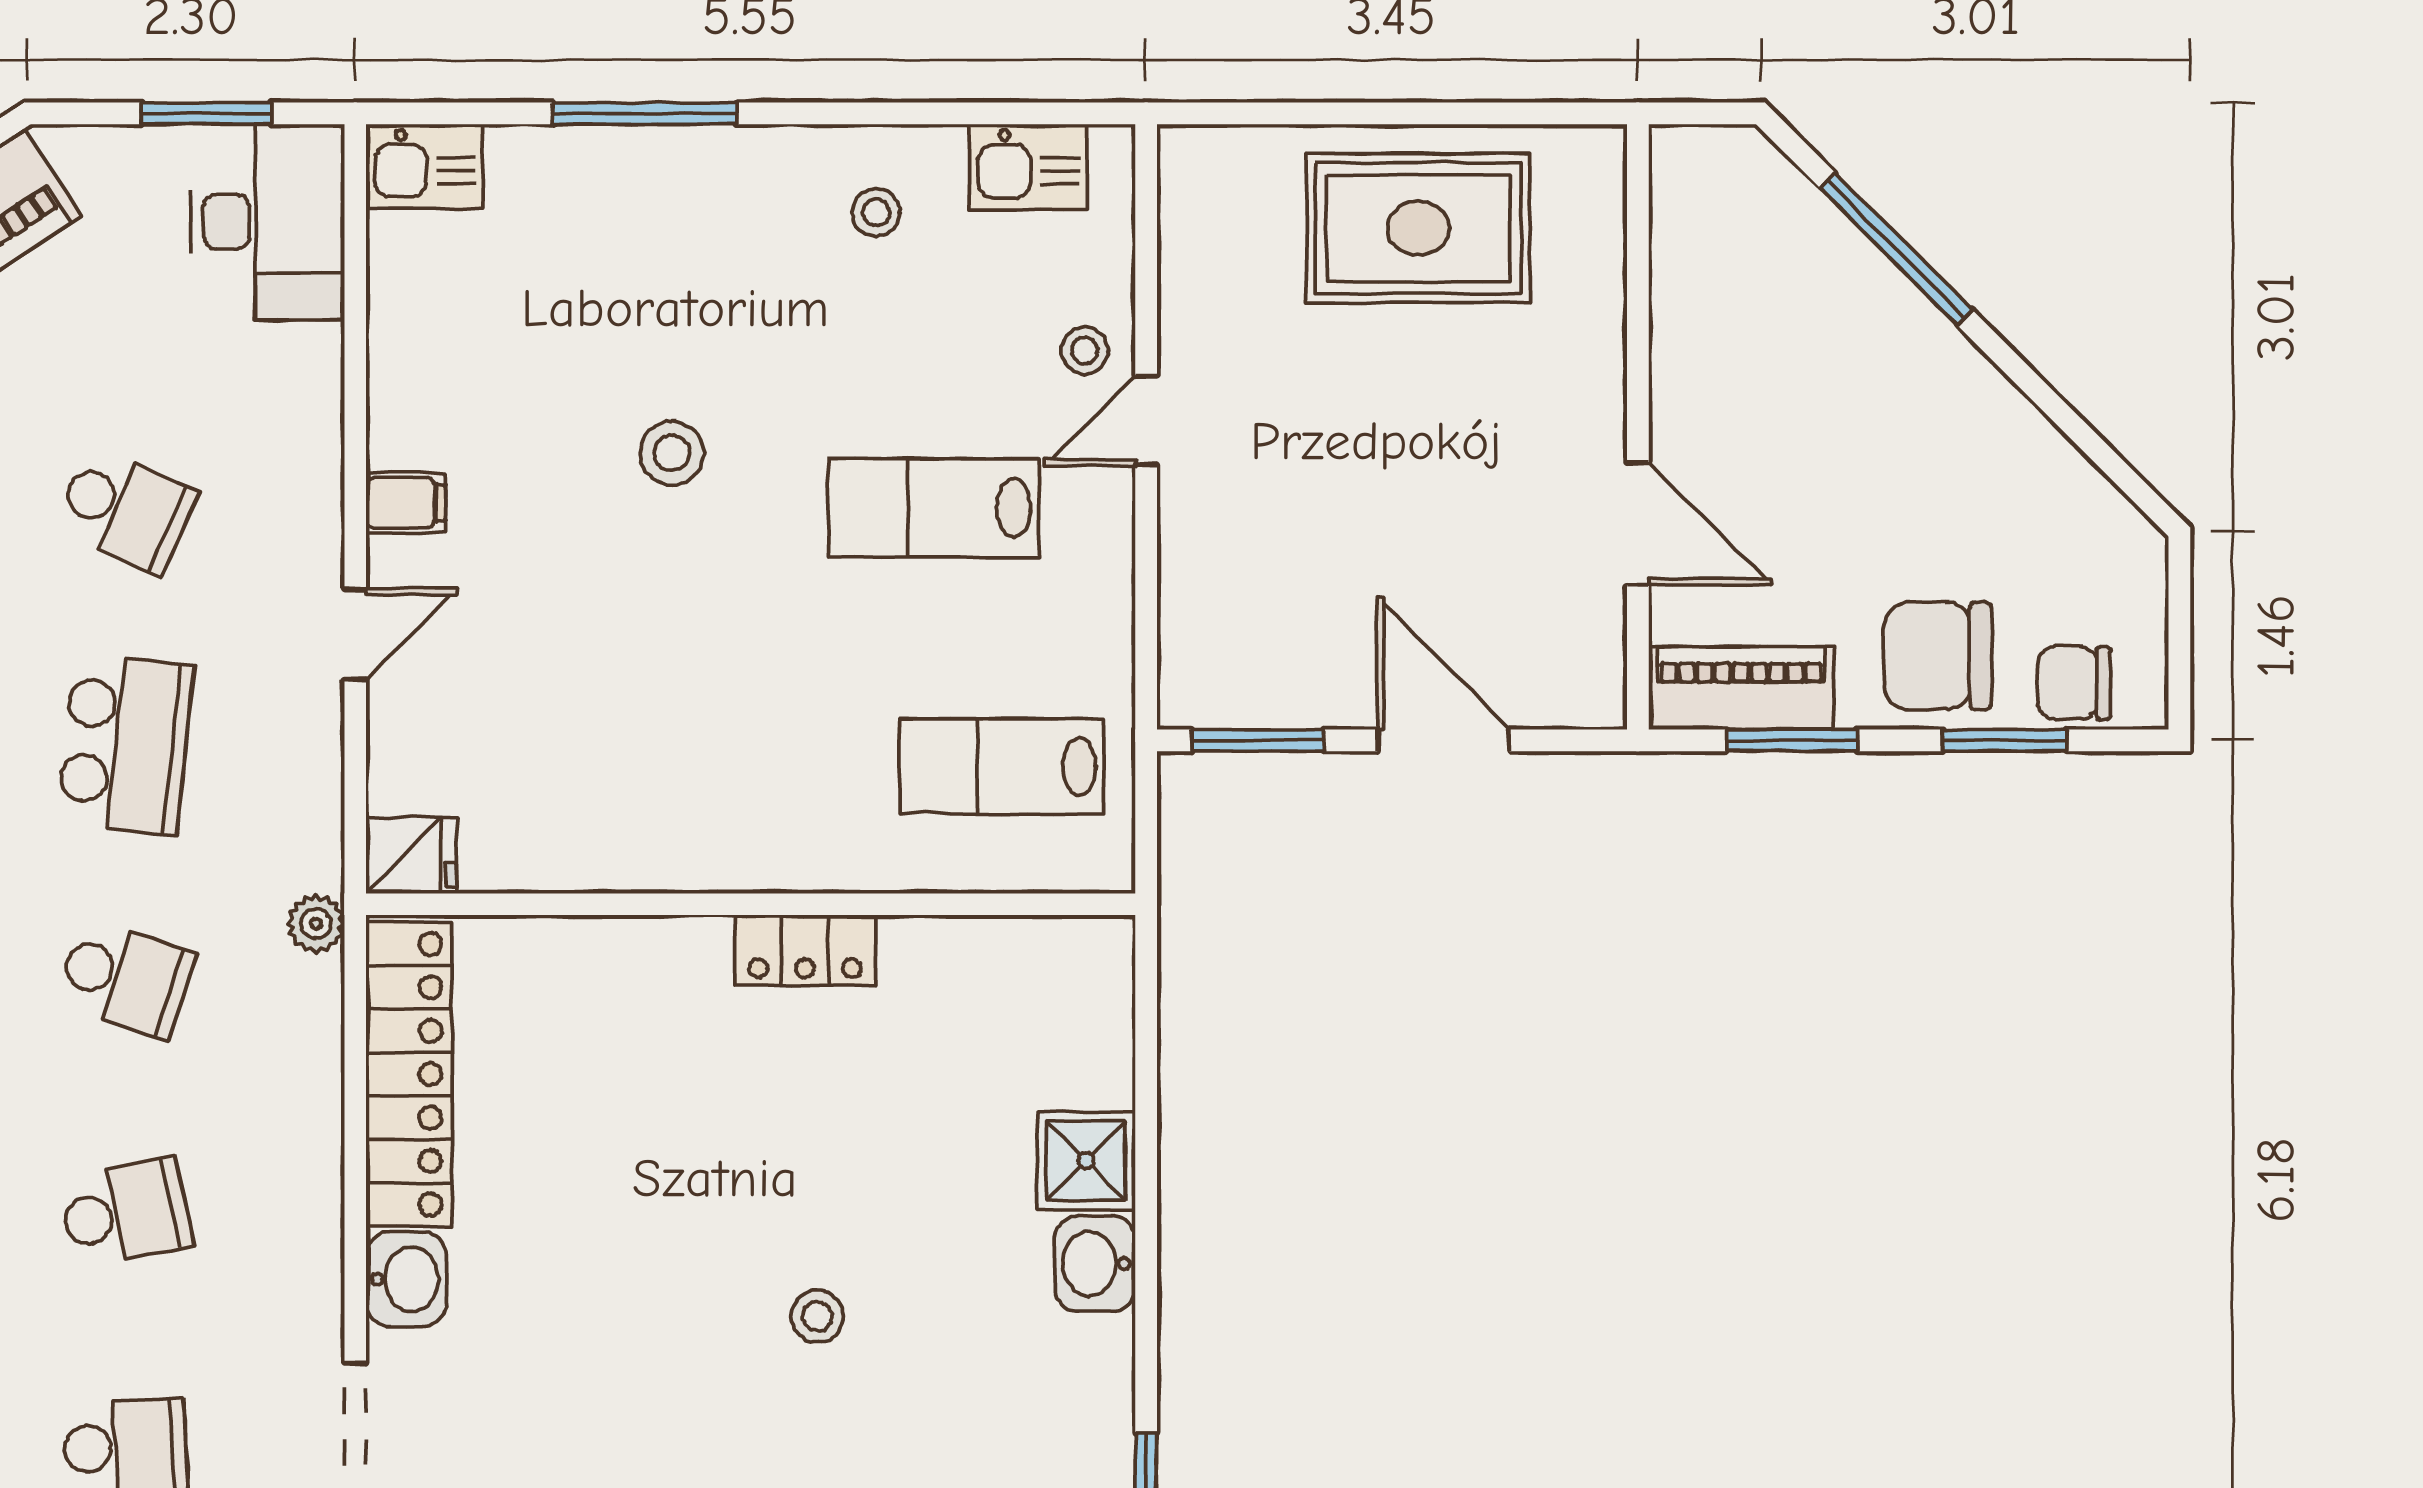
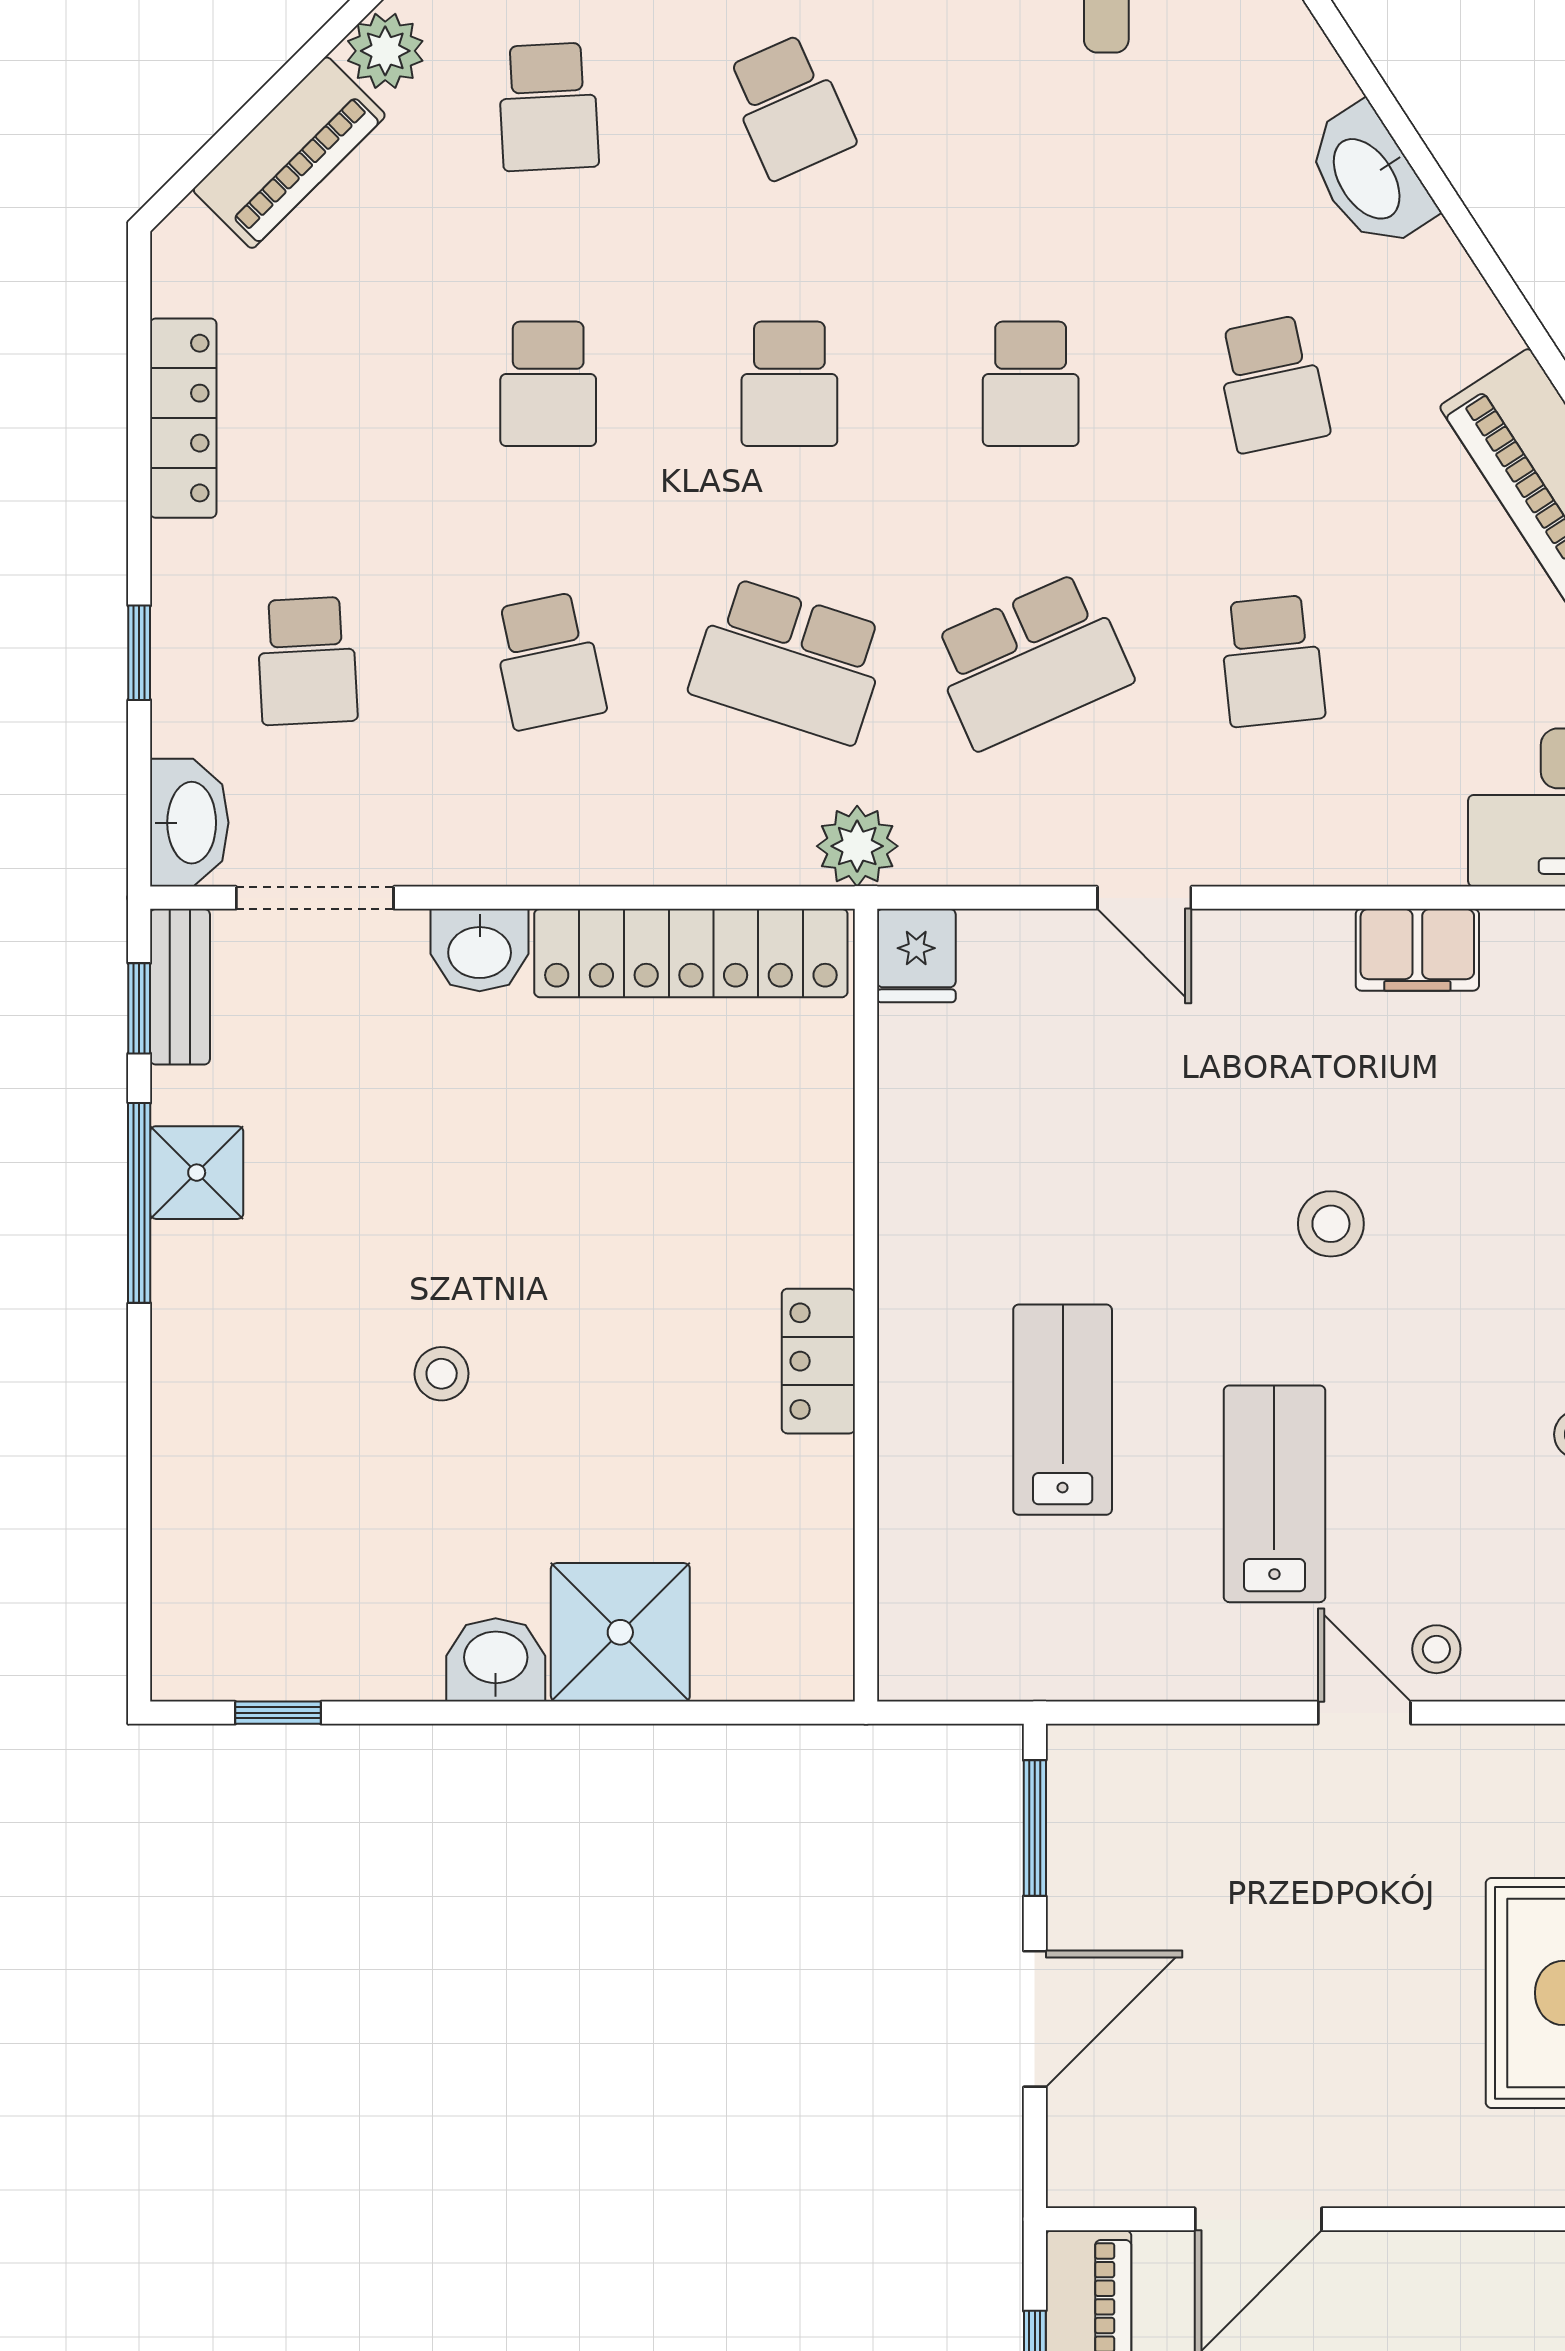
filing cabinet: (406, 503) -> (1417, 950), moved, width x2.00
school desk: (125, 510) -> (1272, 661), turned -30
school desk: (125, 744) -> (1031, 661), turned -30
lab bench: (1002, 766) -> (1063, 1410), moved
plant: (316, 924) -> (857, 846), width x1.38, depth x1.38
school desk: (125, 979) -> (789, 661), width x1.85
shower: (1086, 1161) -> (620, 1632), width x1.36, depth x1.36

